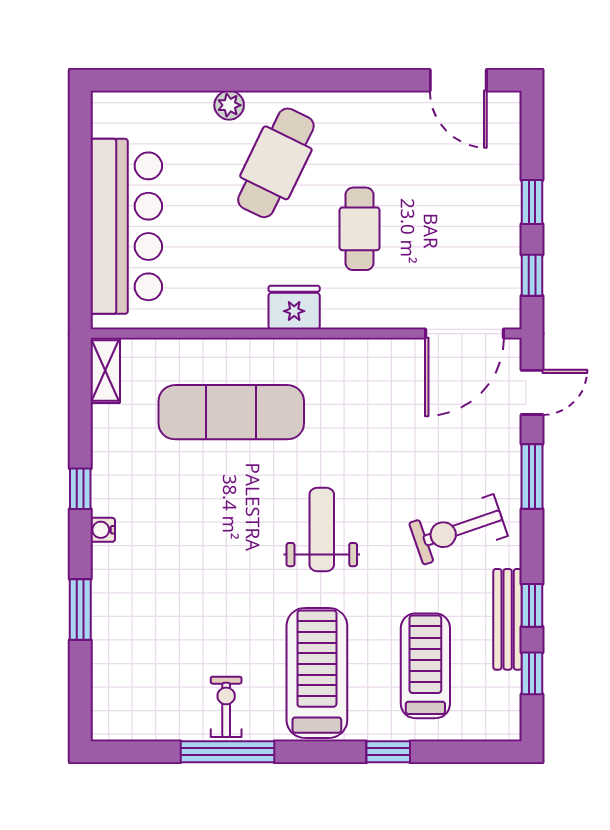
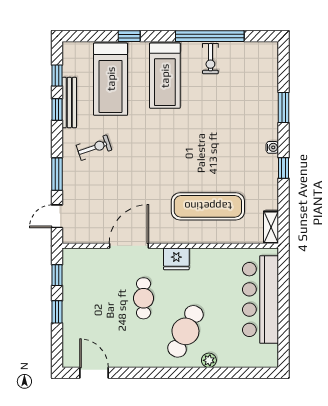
door: (465, 334) -> (129, 246), moved
exercise bike: (458, 529) -> (94, 148), width x0.73, depth x0.72
weight bench: (322, 530) -> (162, 148), removed
treadmill: (425, 666) -> (111, 79), width x1.37, depth x1.38
window: (227, 752) -> (210, 36), width x1.46

